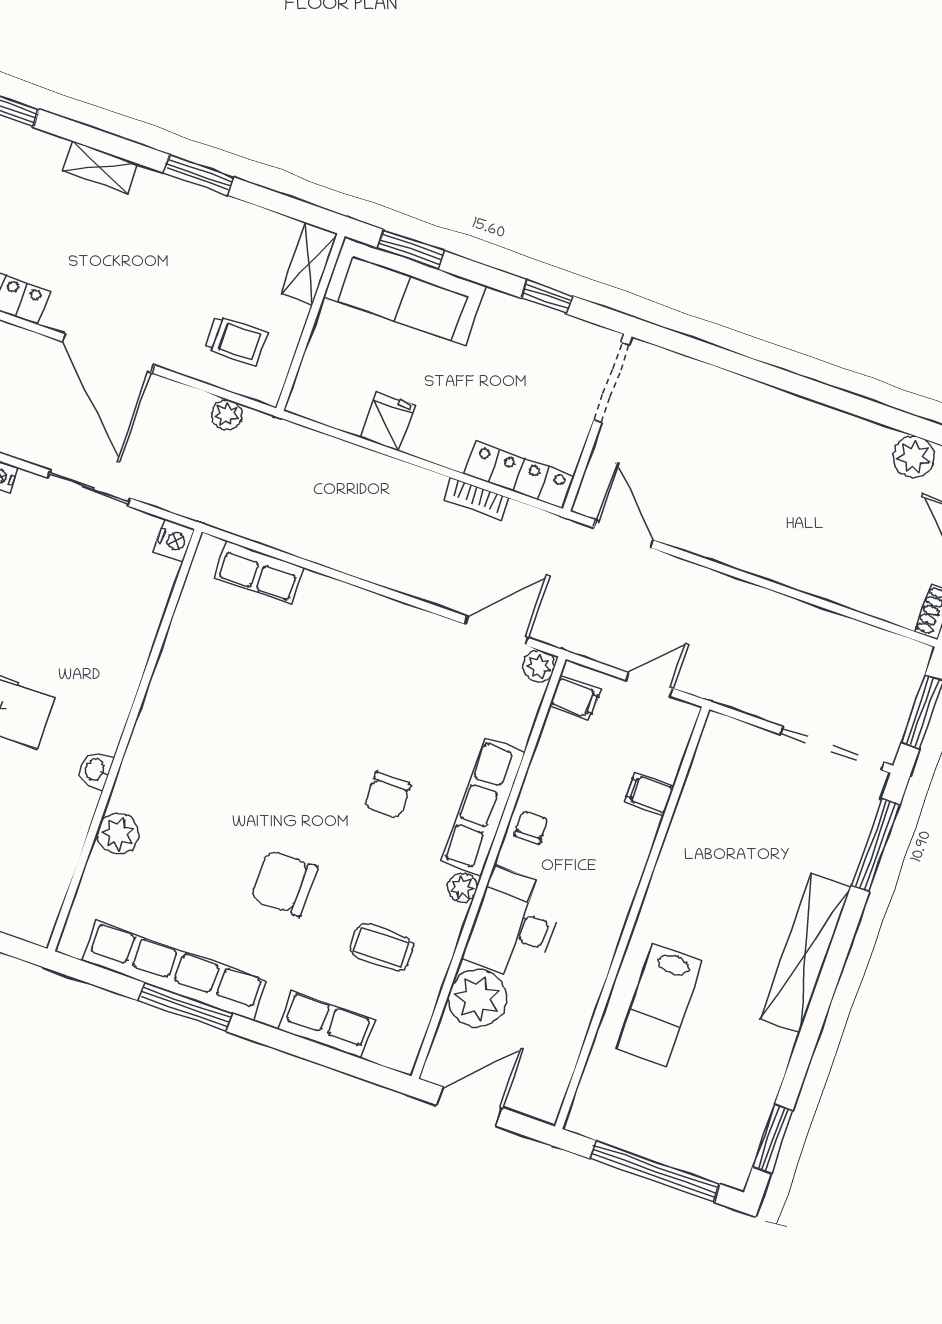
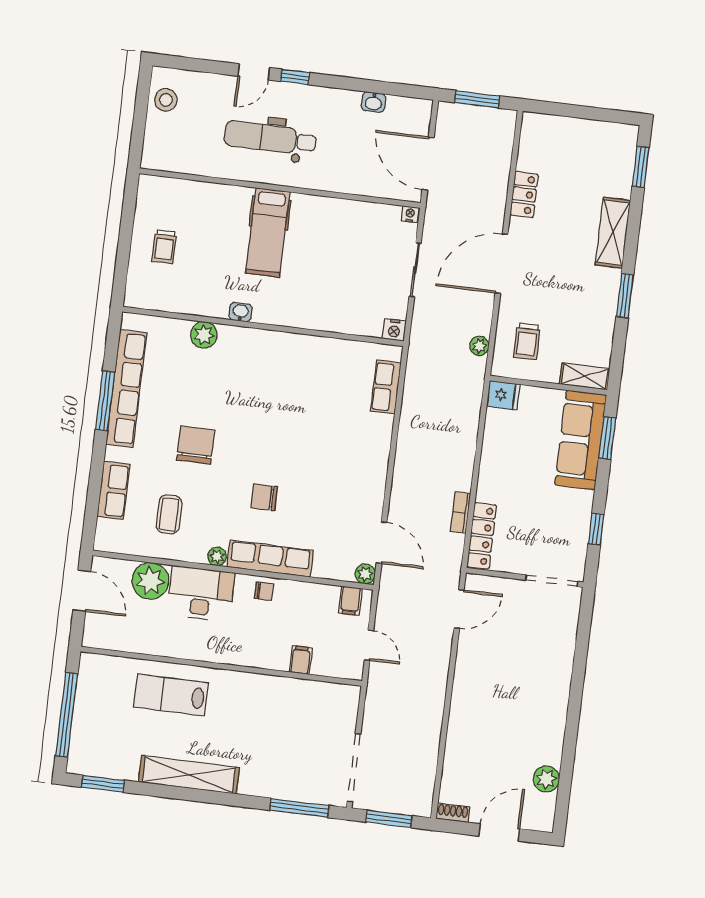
shelving: (100, 167) -> (613, 233), width x1.50, depth x1.33
fridge: (388, 422) -> (503, 395), moved
shelving: (806, 953) -> (189, 775), moved

